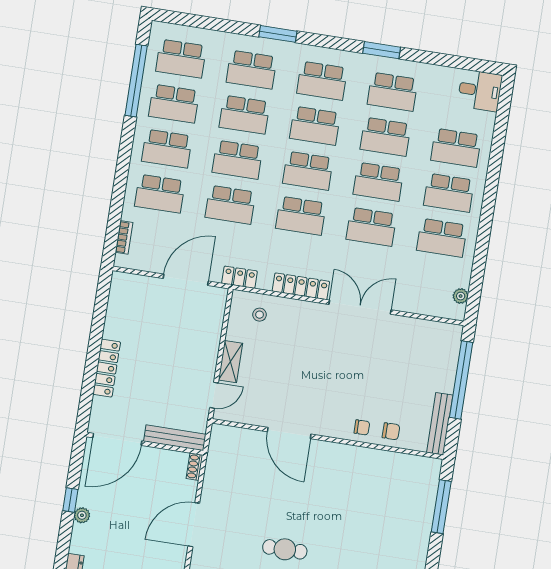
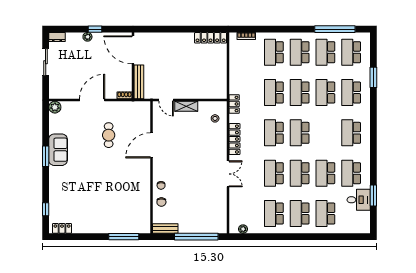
window: (278, 34) -> (373, 77), moved
window: (382, 50) -> (373, 196), moved
desk: (480, 91) -> (359, 200), moved, turned -90
school desk: (315, 126) -> (325, 133), removed
door: (186, 280) -> (228, 74), removed
double door: (360, 307) -> (228, 174), width x0.73
locker: (107, 368) -> (211, 38), moved
bench: (440, 424) -> (165, 229), width x0.73
door: (194, 525) -> (92, 100), hinge flipped
cafe table: (285, 549) -> (109, 135), moved

